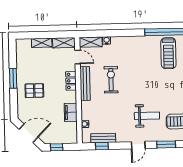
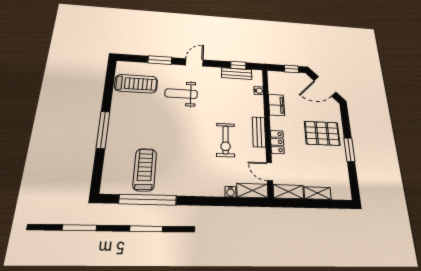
bench: (85, 84) -> (259, 132), width x0.73
pallet: (34, 91) -> (322, 133), width x1.50, depth x1.42

